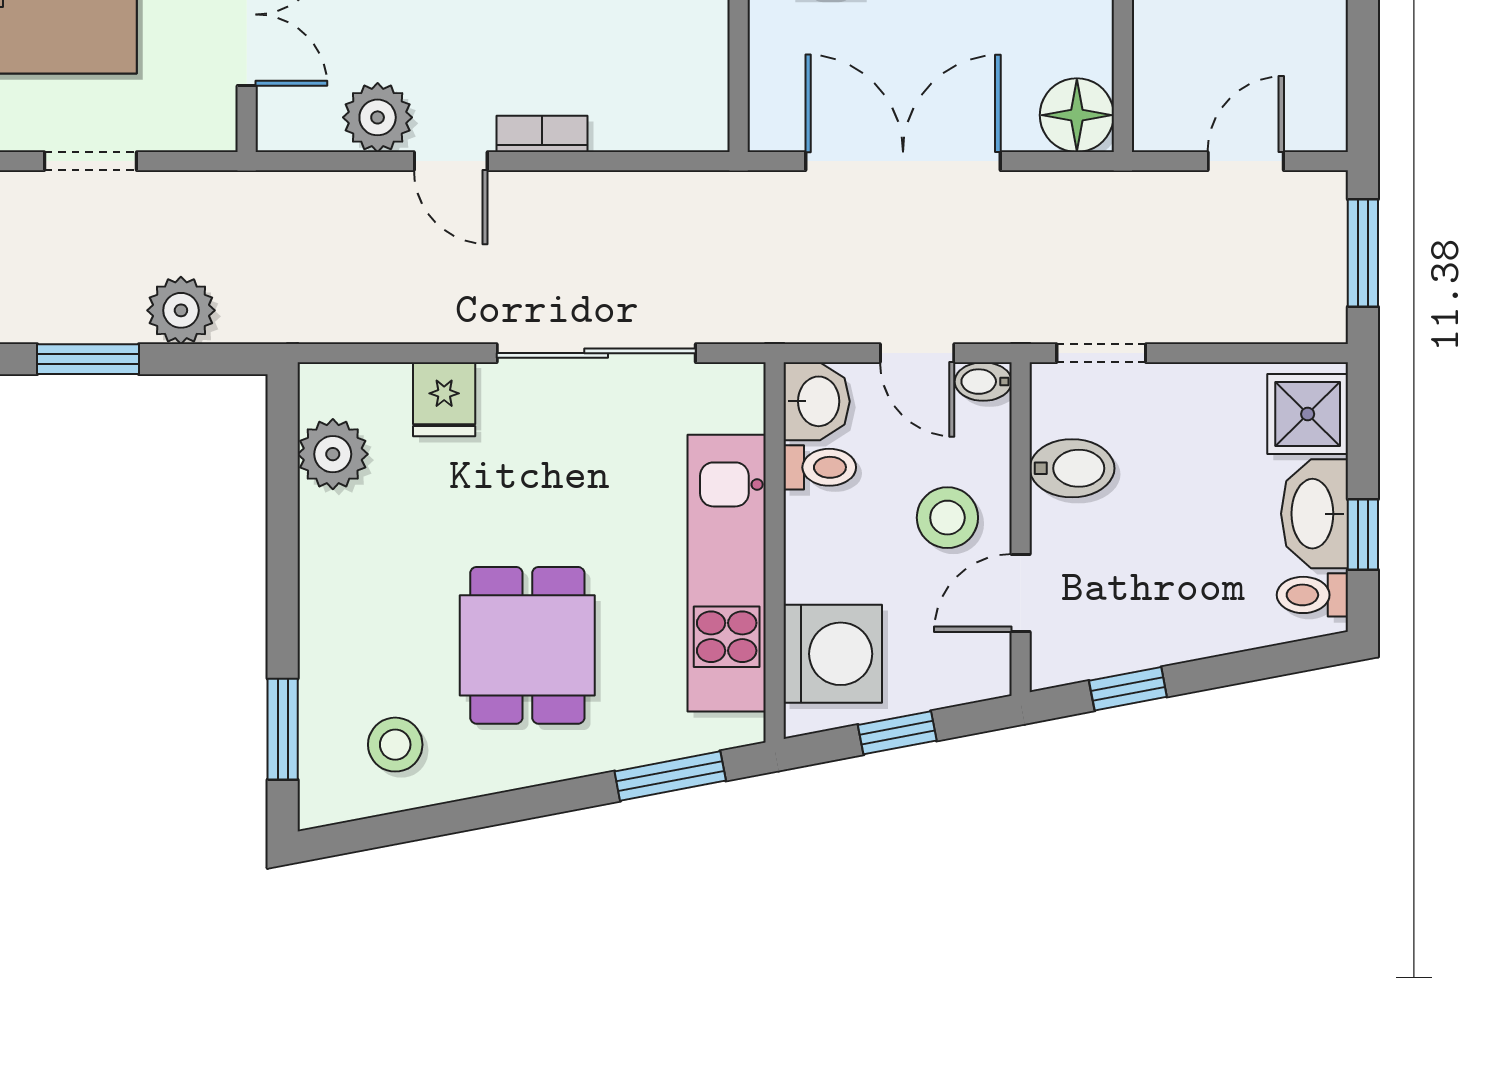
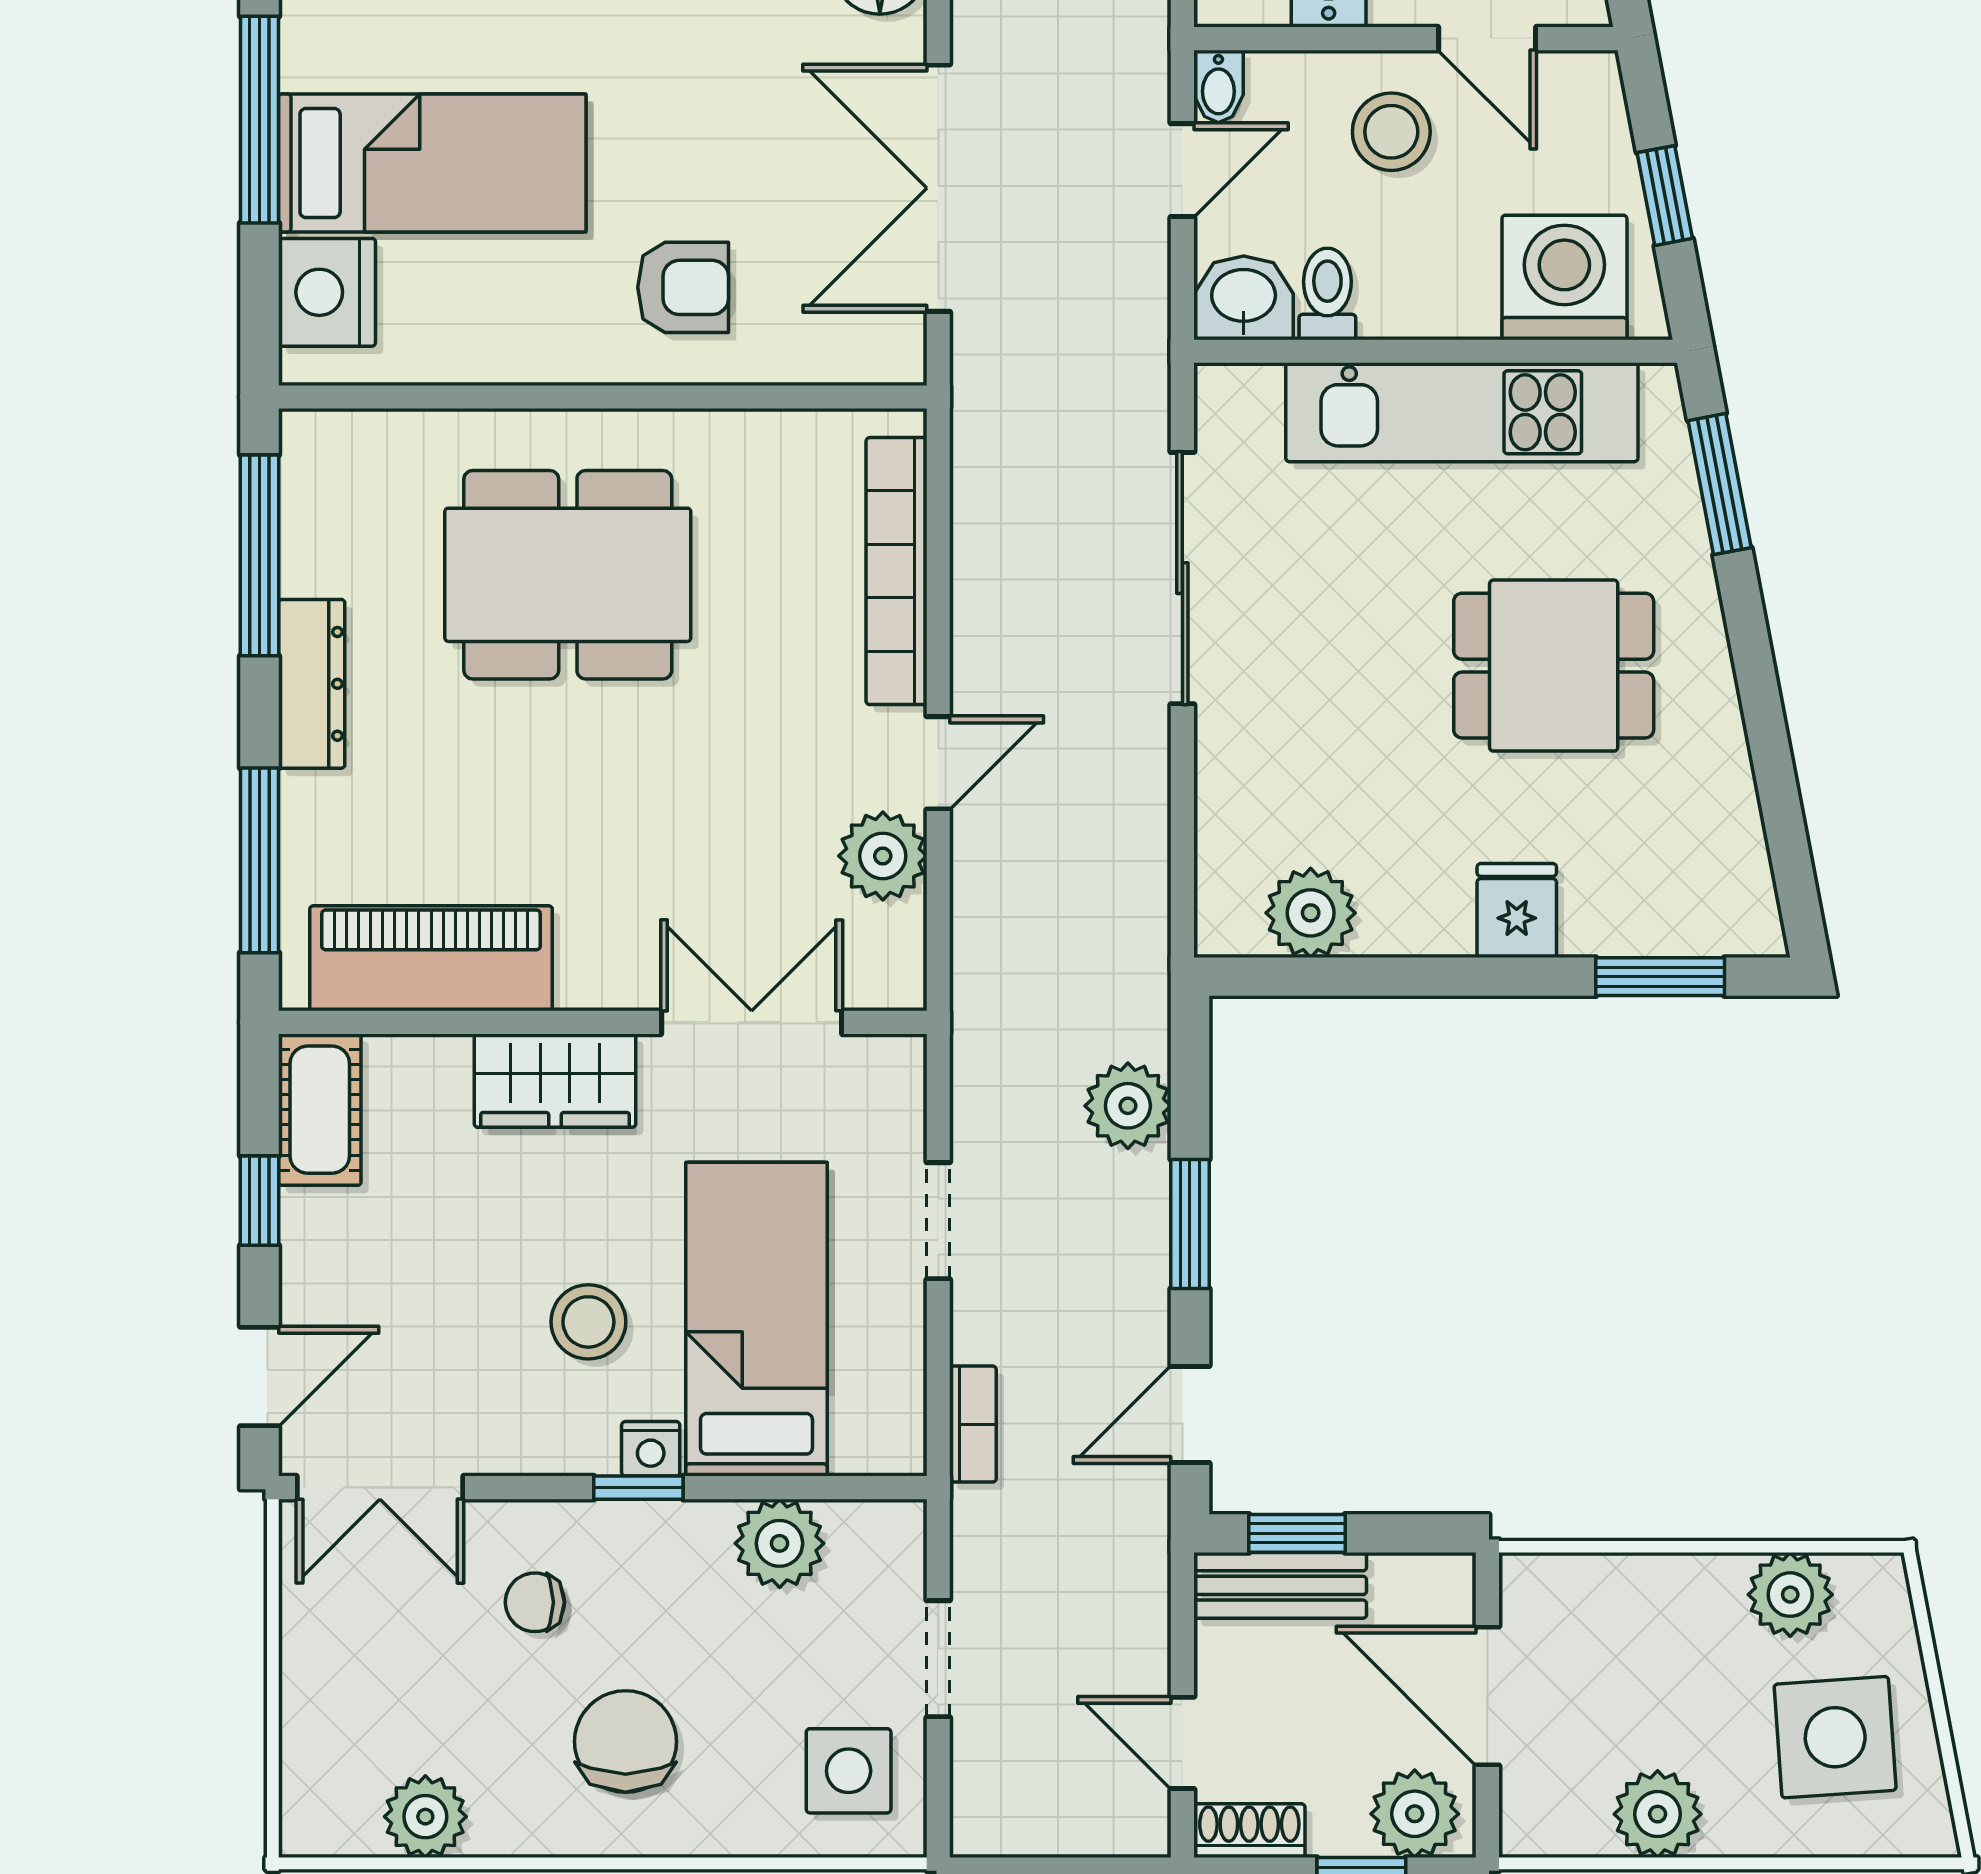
bookcase: (542, 134) -> (896, 571), width x2.31, depth x1.31
fridge: (444, 399) -> (1517, 910), moved, turned -90
stool: (395, 745) -> (1680, 834), removed

